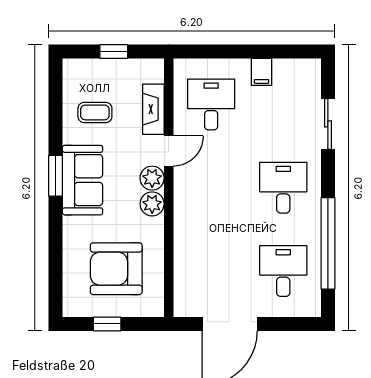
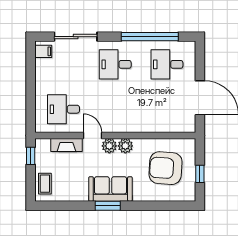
window: (114, 52) -> (31, 156), moved
filing cabinet: (262, 72) -> (43, 51), moved
coffee table: (95, 112) -> (45, 184), moved
sliding door: (328, 124) -> (76, 37), width x1.37
armchair: (116, 269) -> (166, 168), turned 94

